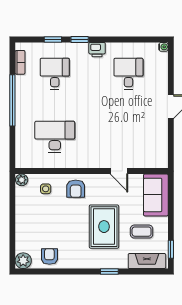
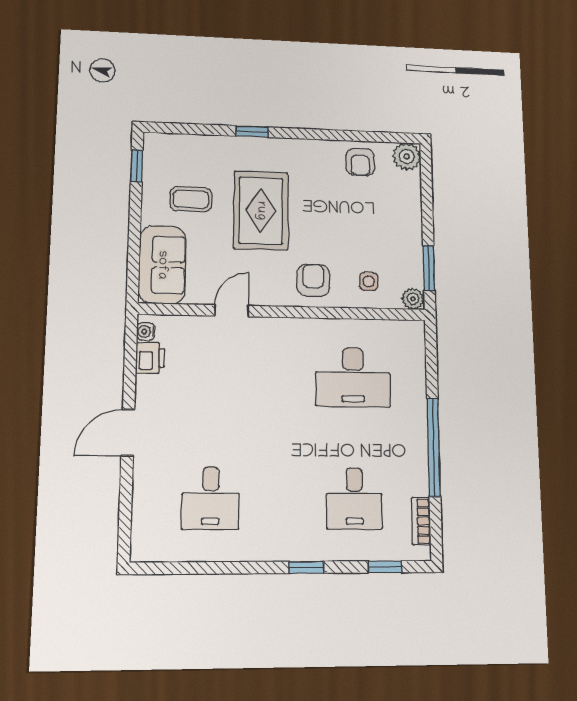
window: (53, 39) -> (385, 567), moved
water cooler: (163, 47) -> (146, 332), moved
printer: (97, 50) -> (150, 358), moved, turned 90
door: (119, 171) -> (232, 311), hinge flipped
window: (12, 197) -> (429, 268), added
fireplace: (147, 261) -> (182, 147), removed

